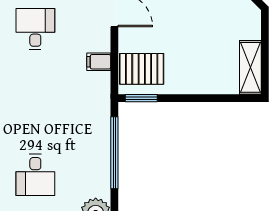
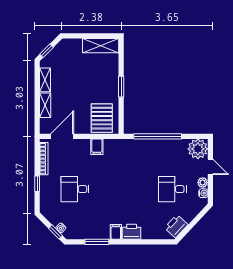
window: (141, 98) -> (121, 87), moved
desk: (35, 175) -> (172, 189), turned 180

